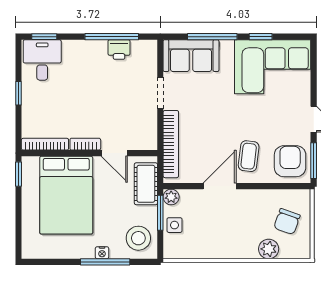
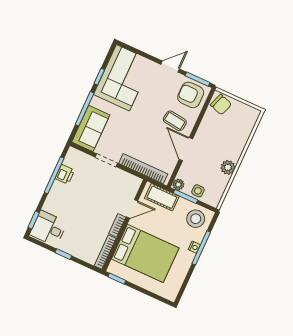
chair: (287, 222) -> (221, 105), moved
plant: (269, 249) -> (228, 167), moved

